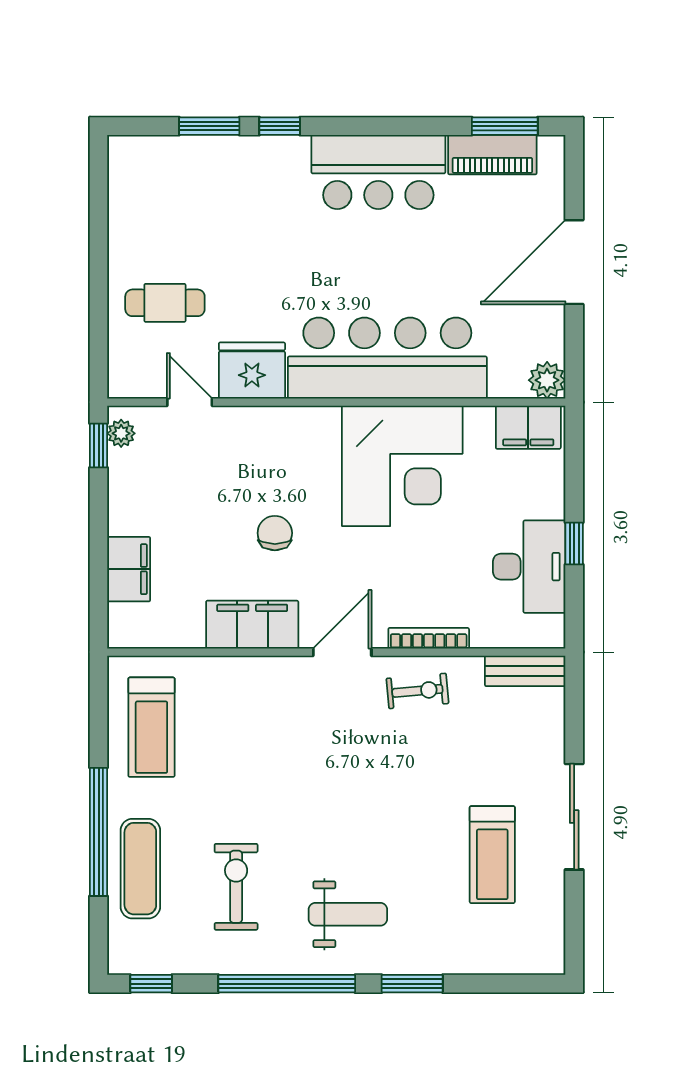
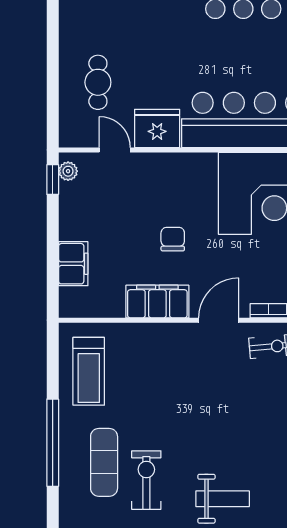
cafe table: (165, 303) -> (98, 82), turned 90
exercise mat: (140, 869) -> (104, 462), moved

